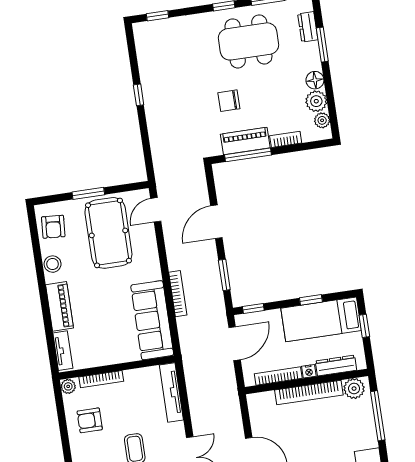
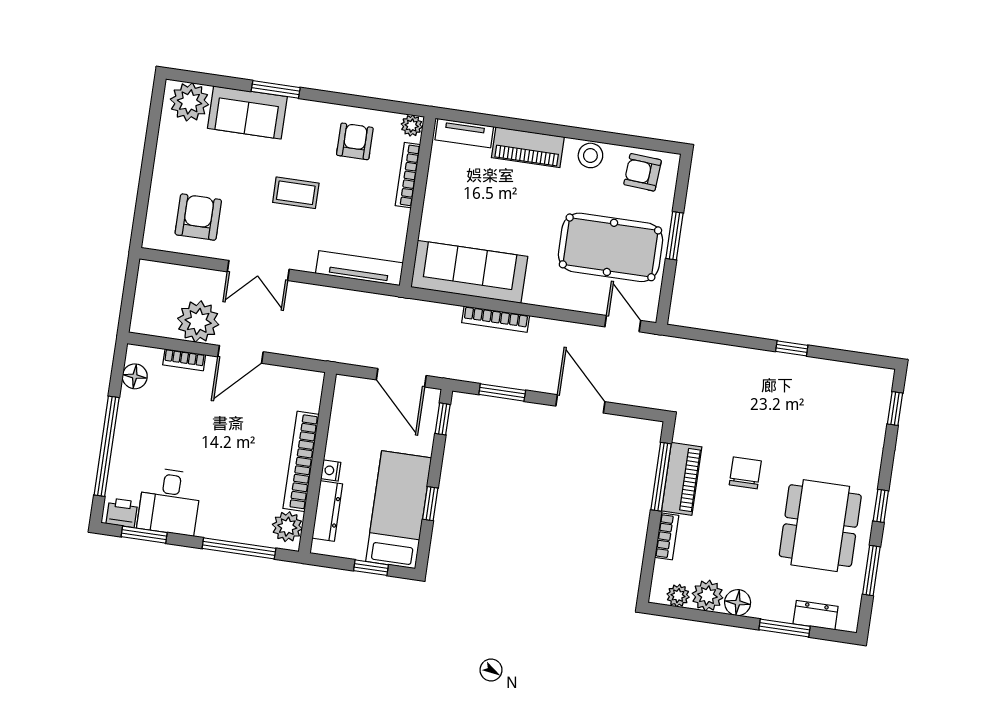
bookcase: (278, 376) -> (337, 425), removed

